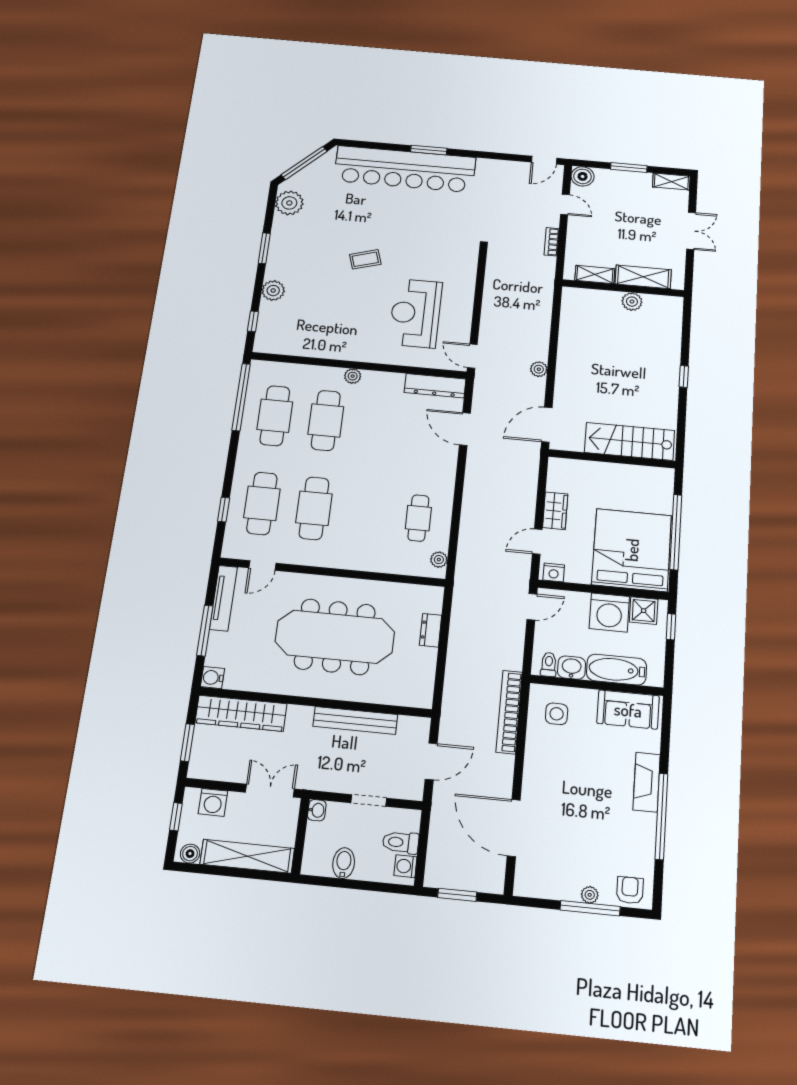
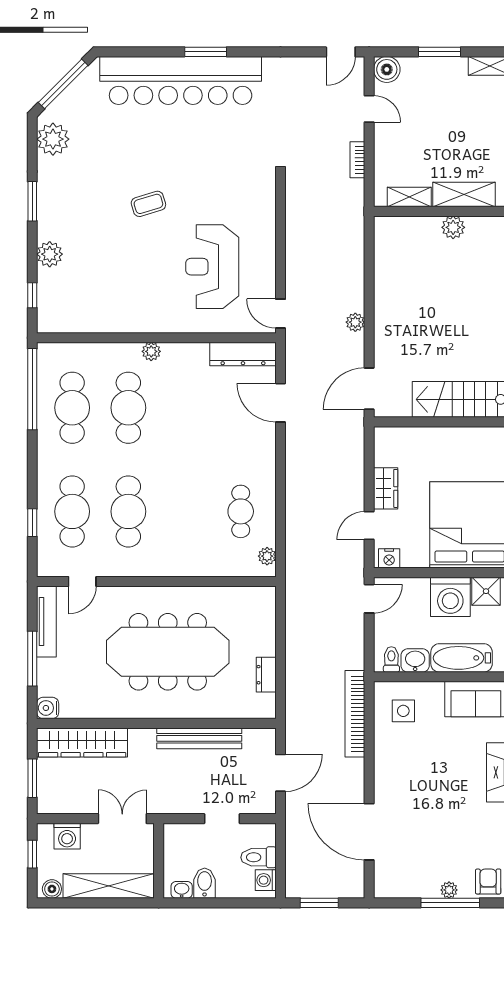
dresser: (431, 630) -> (266, 675), moved
washbasin: (317, 810) -> (182, 890), moved, turned -90

